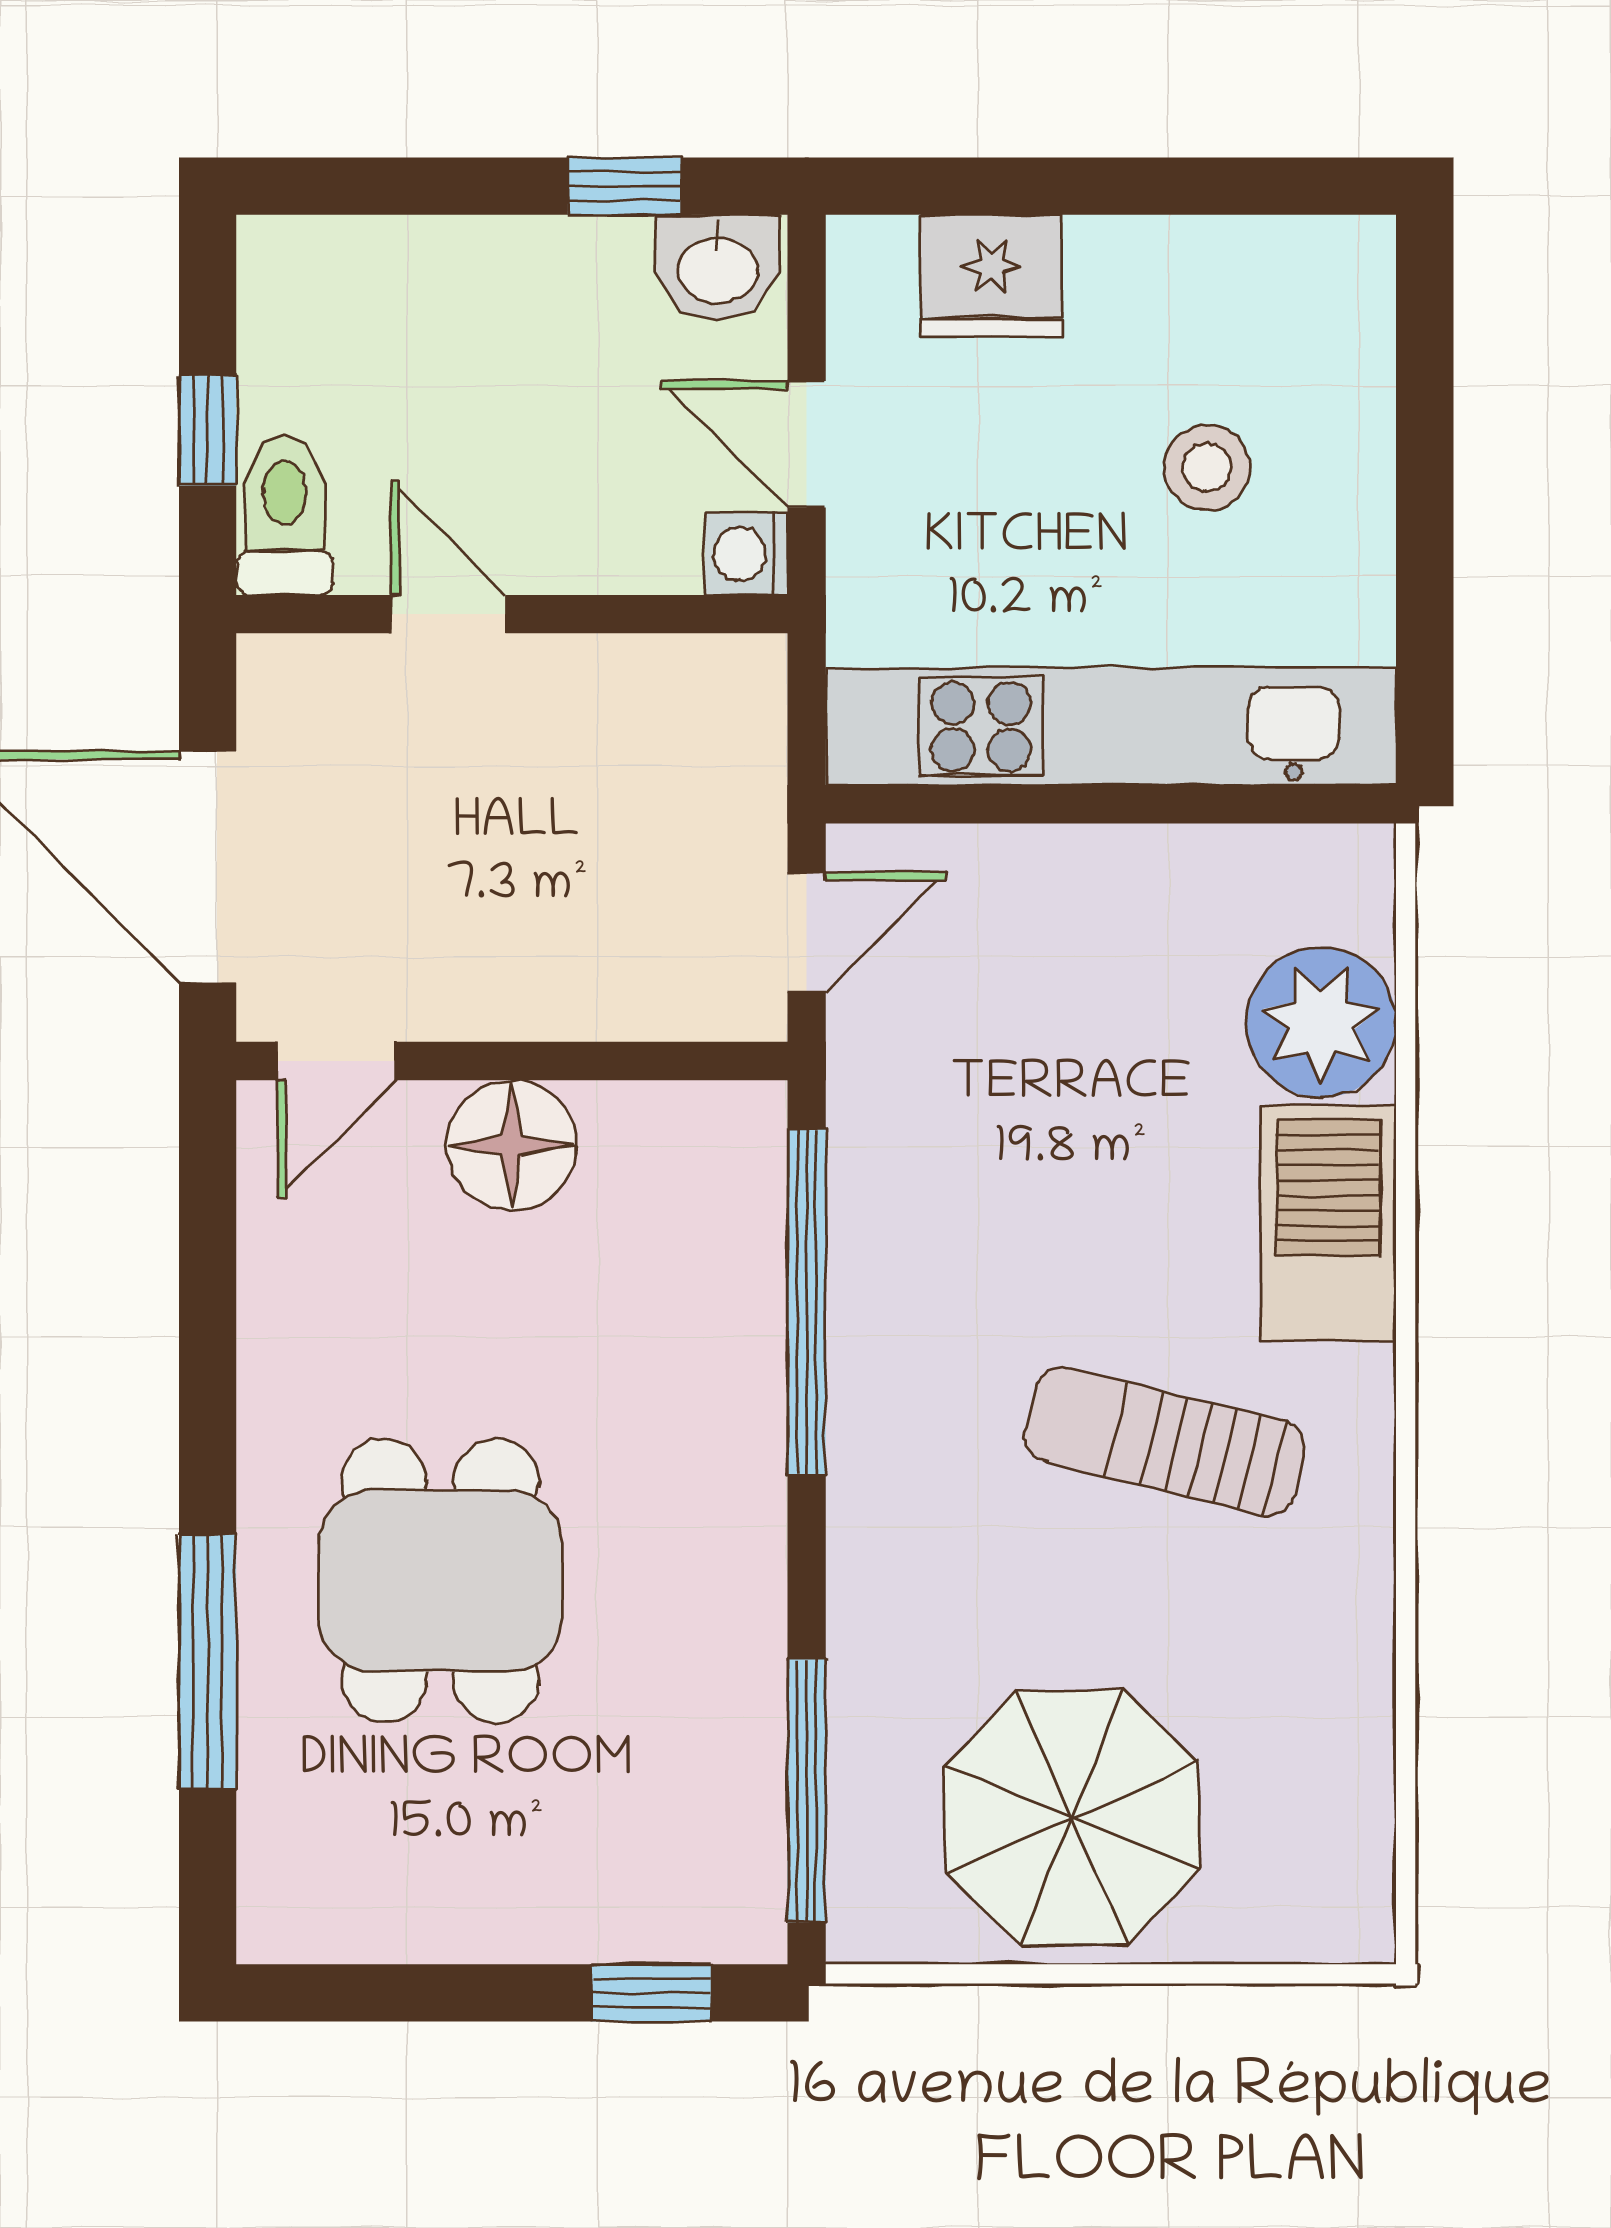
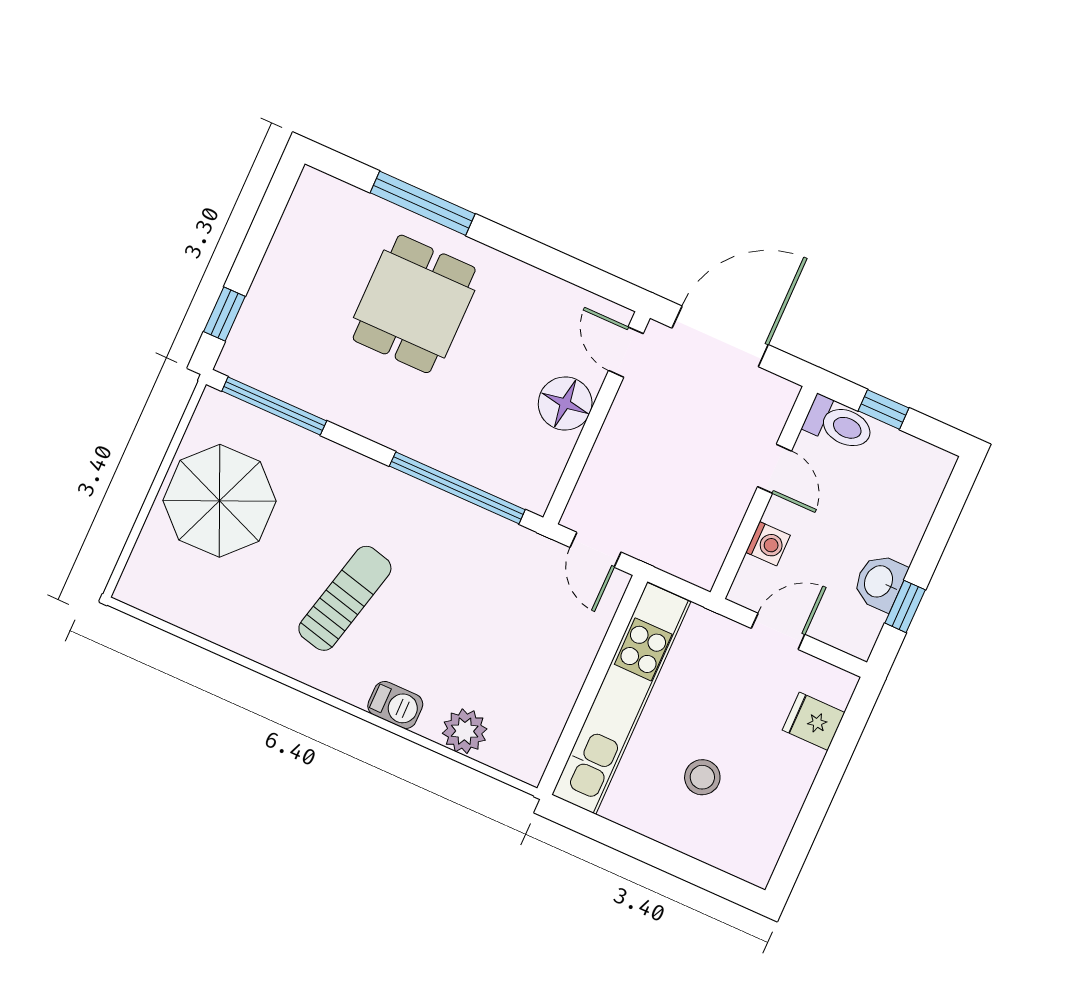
washbasin: (717, 267) -> (880, 582), moved
fridge: (991, 276) -> (814, 721), width x0.72
washing machine: (746, 554) -> (768, 544), moved, turned 90
door: (448, 614) -> (774, 469), hinge flipped
plant: (1321, 1023) -> (465, 731), width x0.73, depth x0.73
barbecue: (1328, 1223) -> (395, 705), width x0.53, depth x0.65
dining table: (440, 1581) -> (414, 304), turned 90

